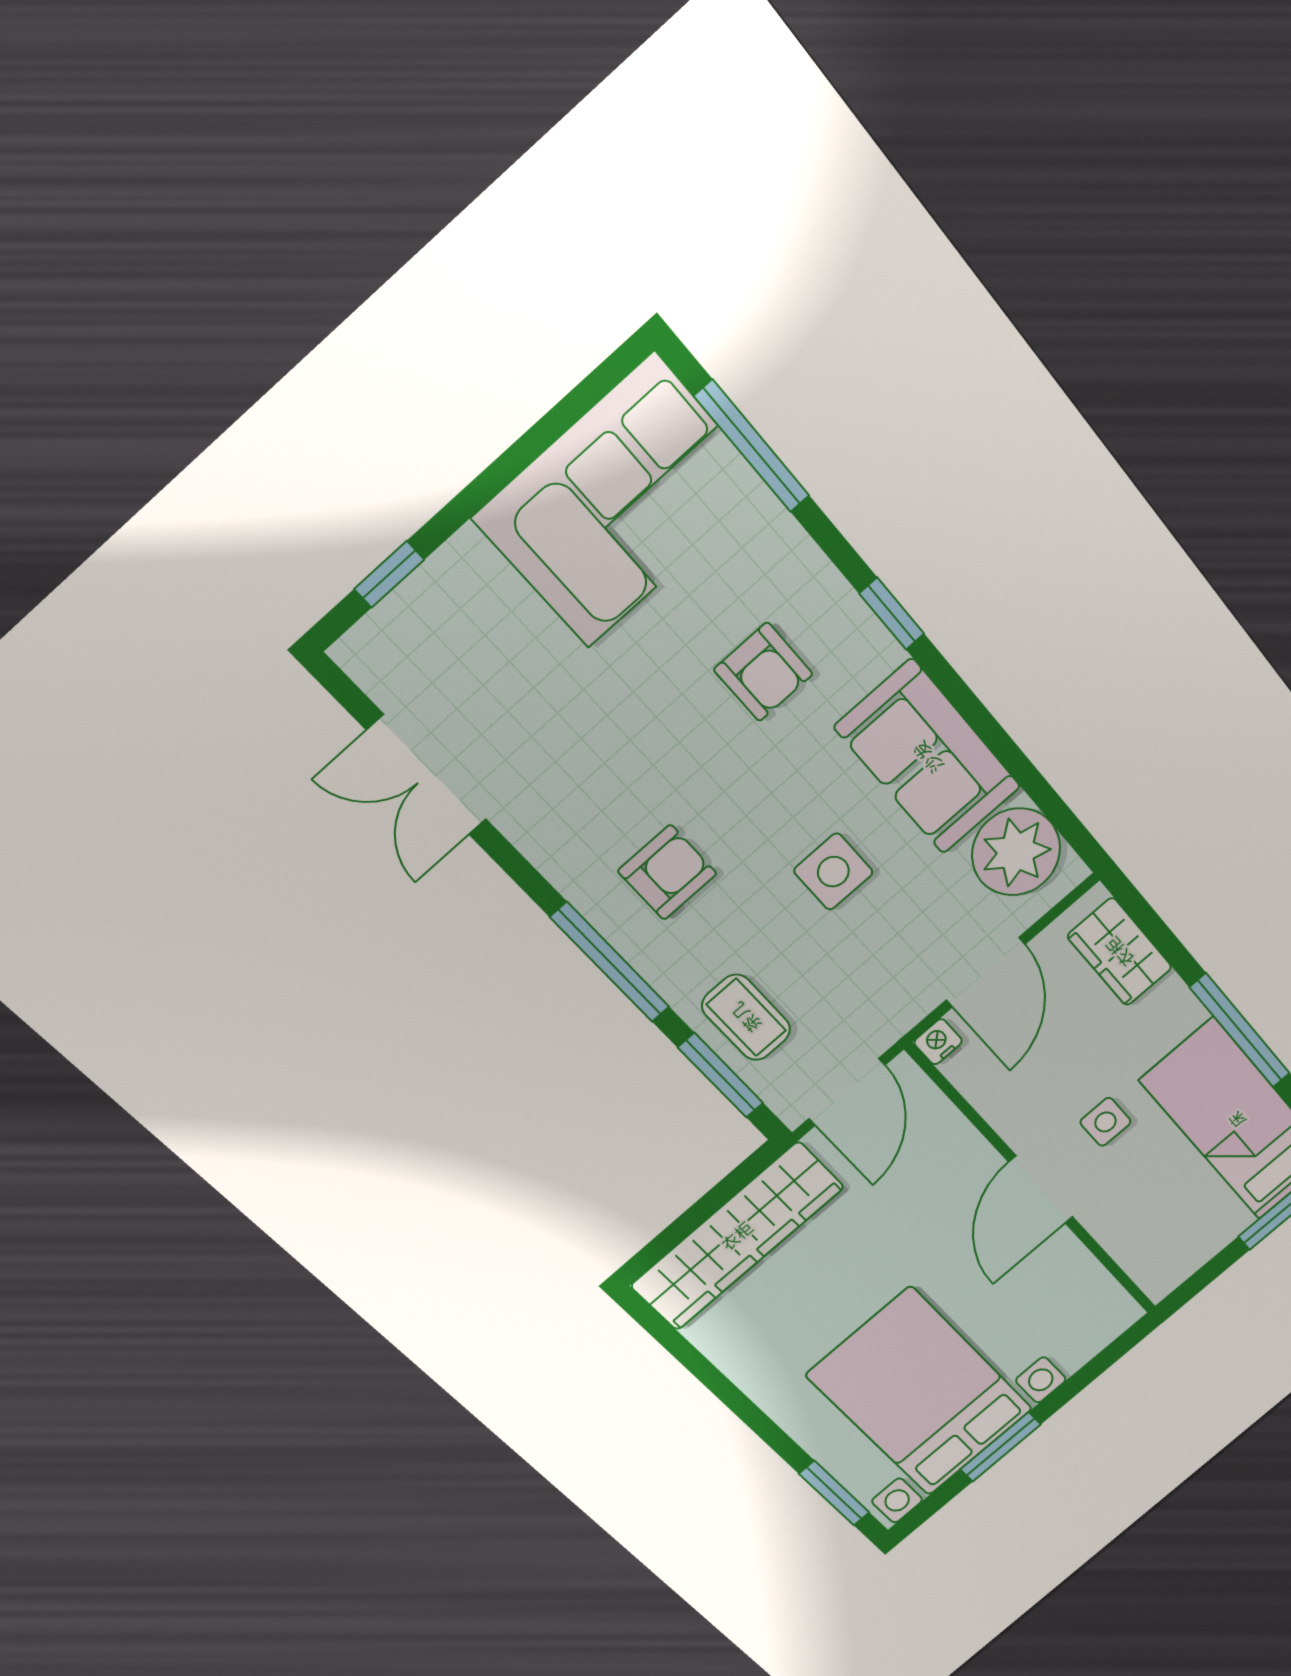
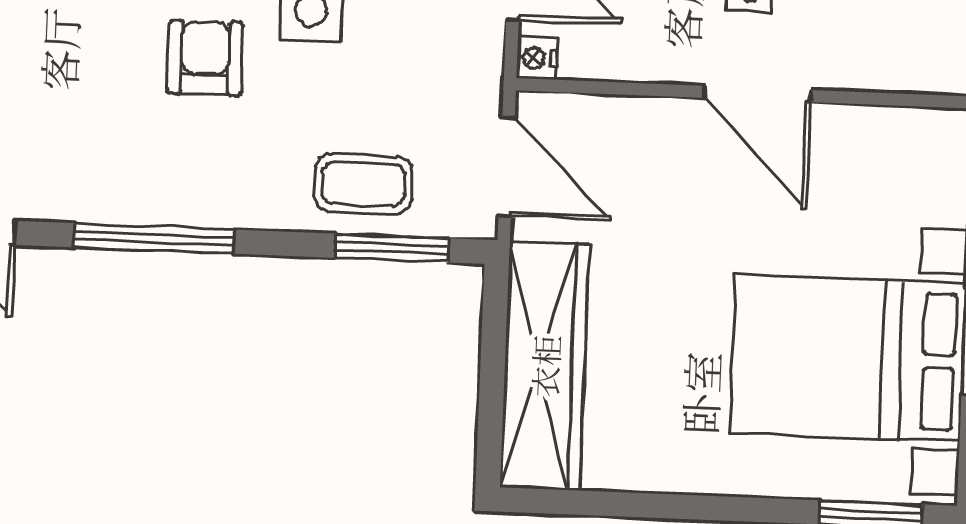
armchair: (667, 872) -> (205, 58), moved
window: (610, 962) -> (154, 238), moved

